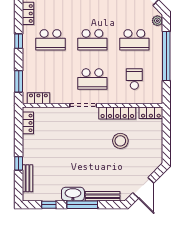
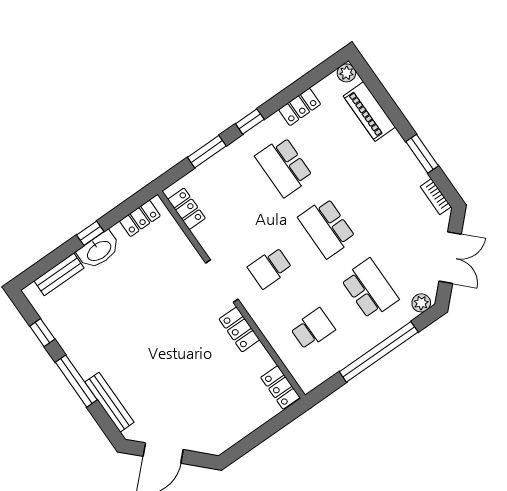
school desk: (134, 40) -> (370, 289), turned 180
school desk: (92, 79) -> (270, 268), width x0.54
window: (19, 81) -> (207, 152), moved
locker: (117, 113) -> (239, 329), width x0.66
stool: (120, 141) -> (208, 372), removed
window: (19, 163) -> (90, 233), moved
washbasin: (73, 194) -> (99, 250), moved, turned 90

